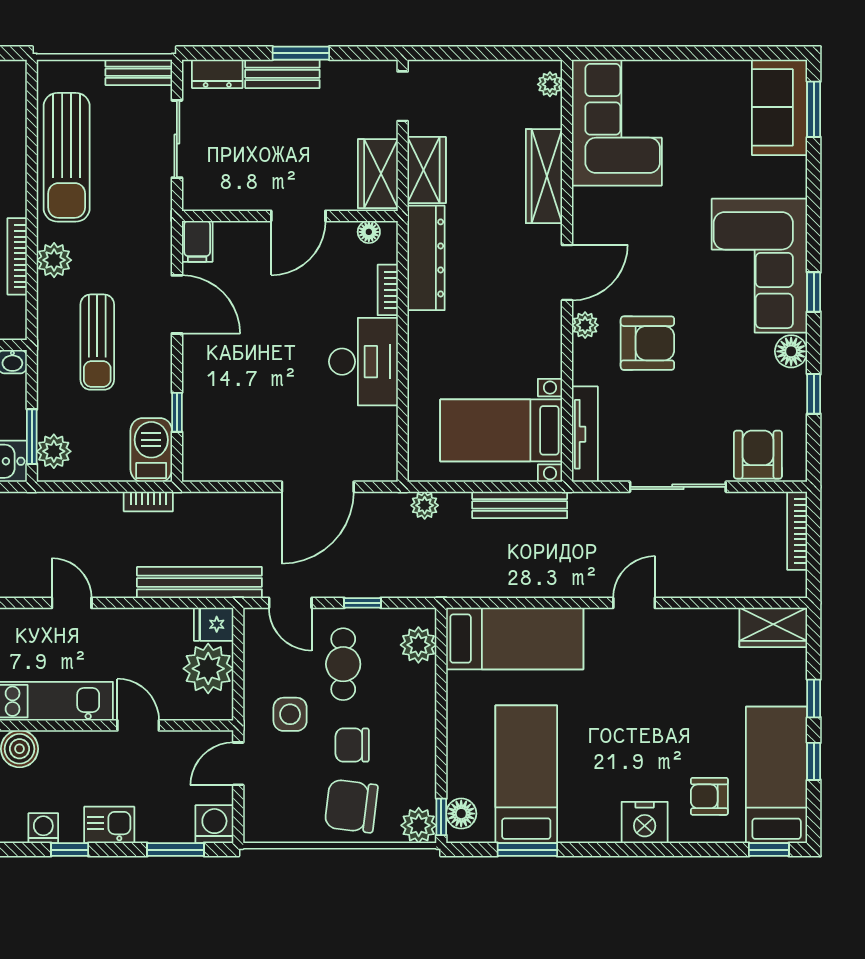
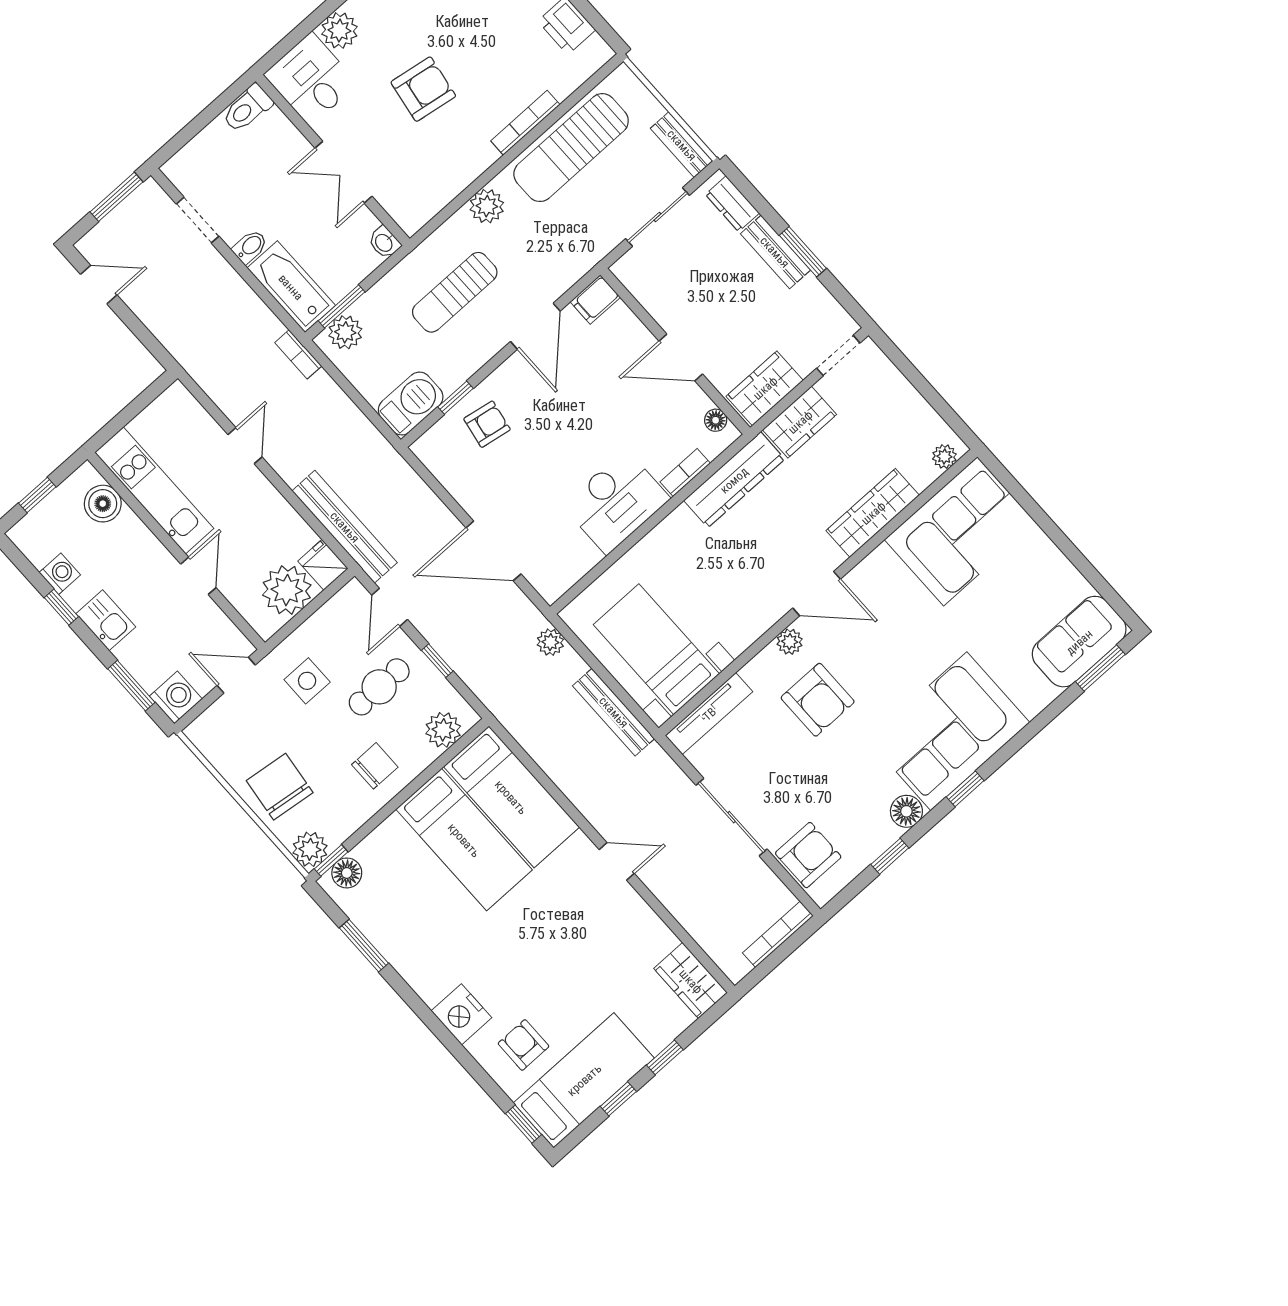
bookcase: (17, 256) -> (525, 123), moved
armchair: (218, 406) -> (487, 424), added
bookcase: (148, 501) -> (298, 354), moved
chair: (352, 745) -> (375, 766), moved, turned 90
bed: (526, 774) -> (464, 840), moved, turned 90

